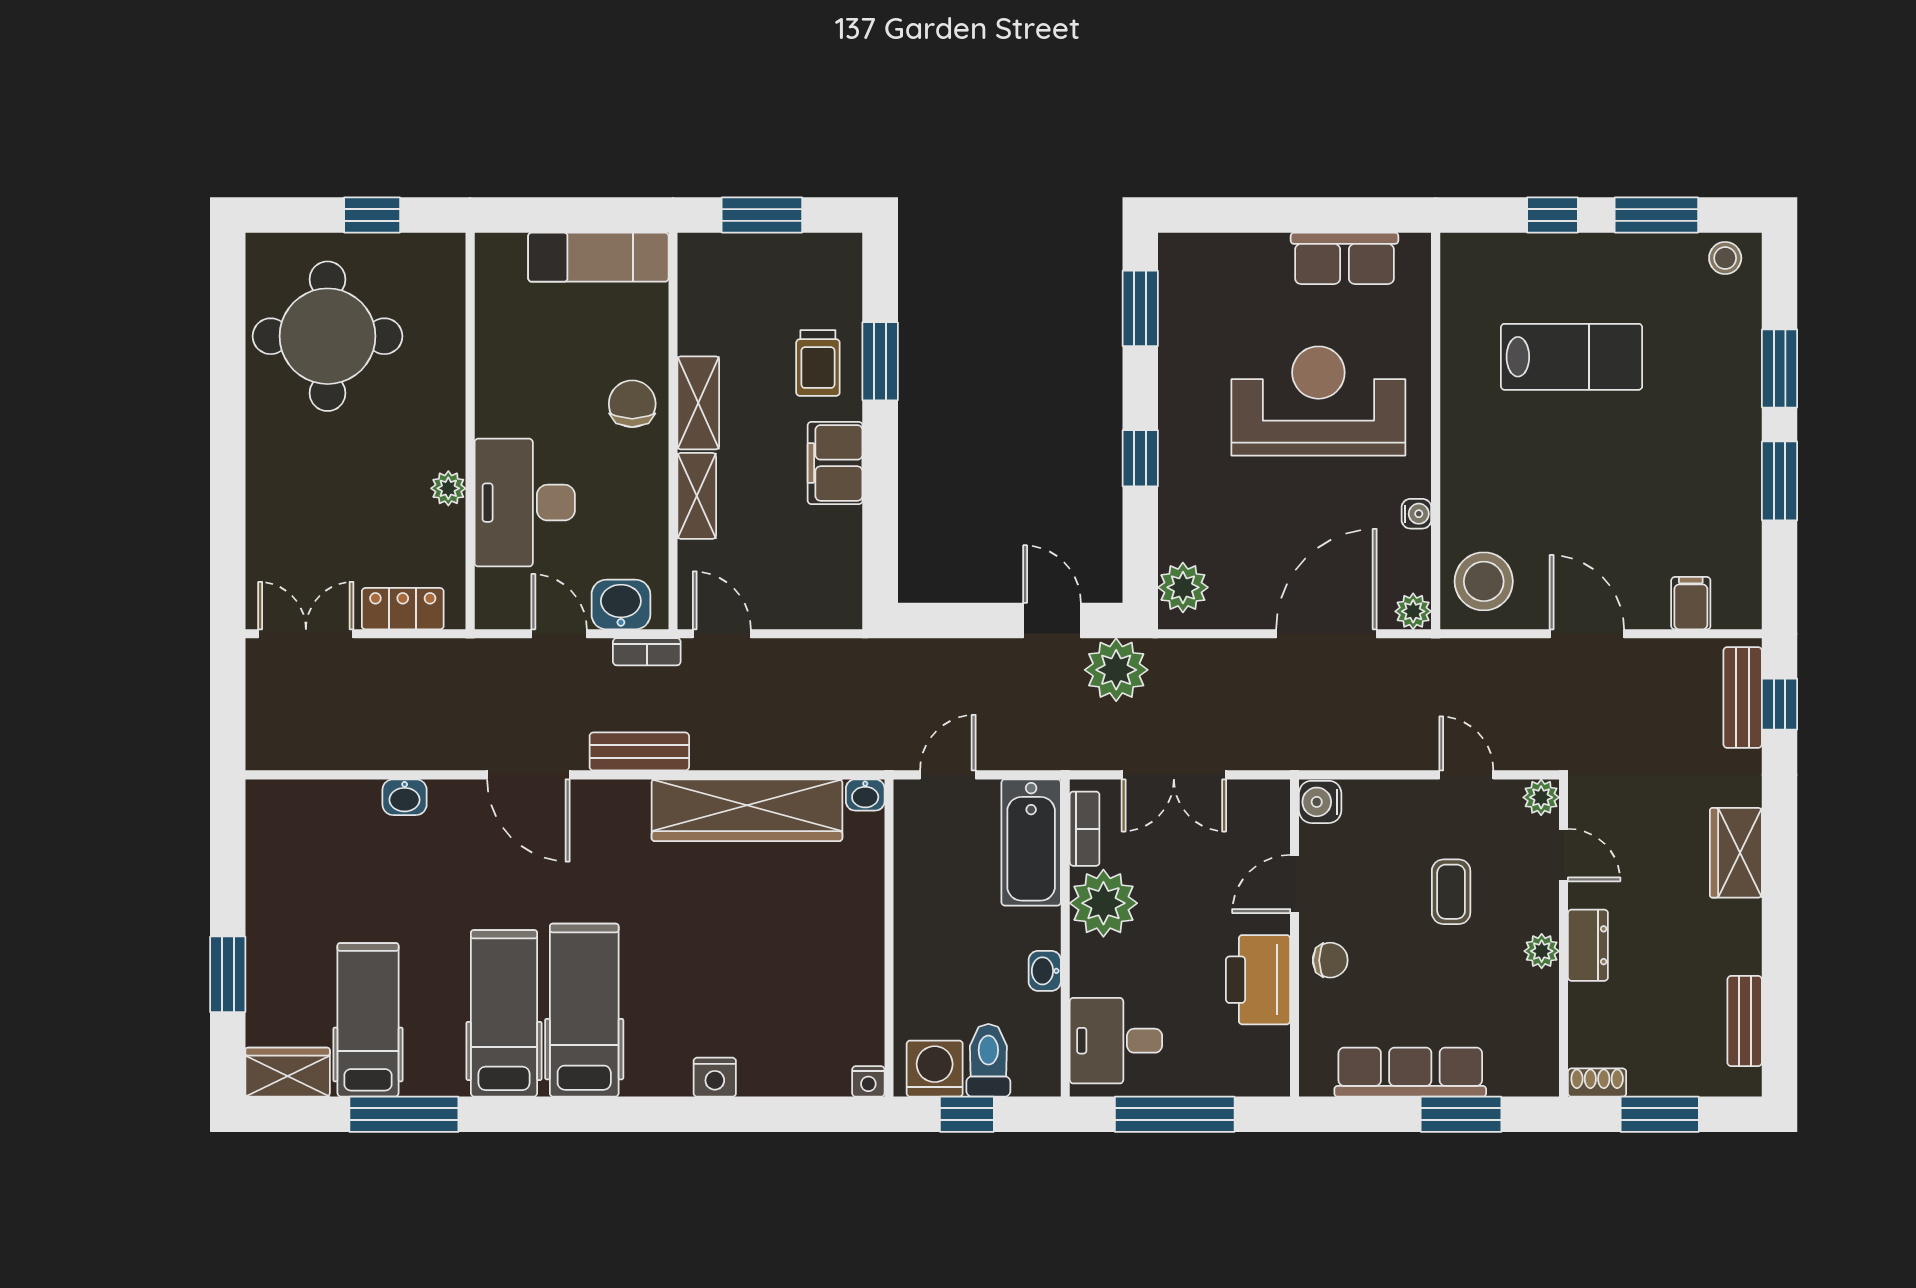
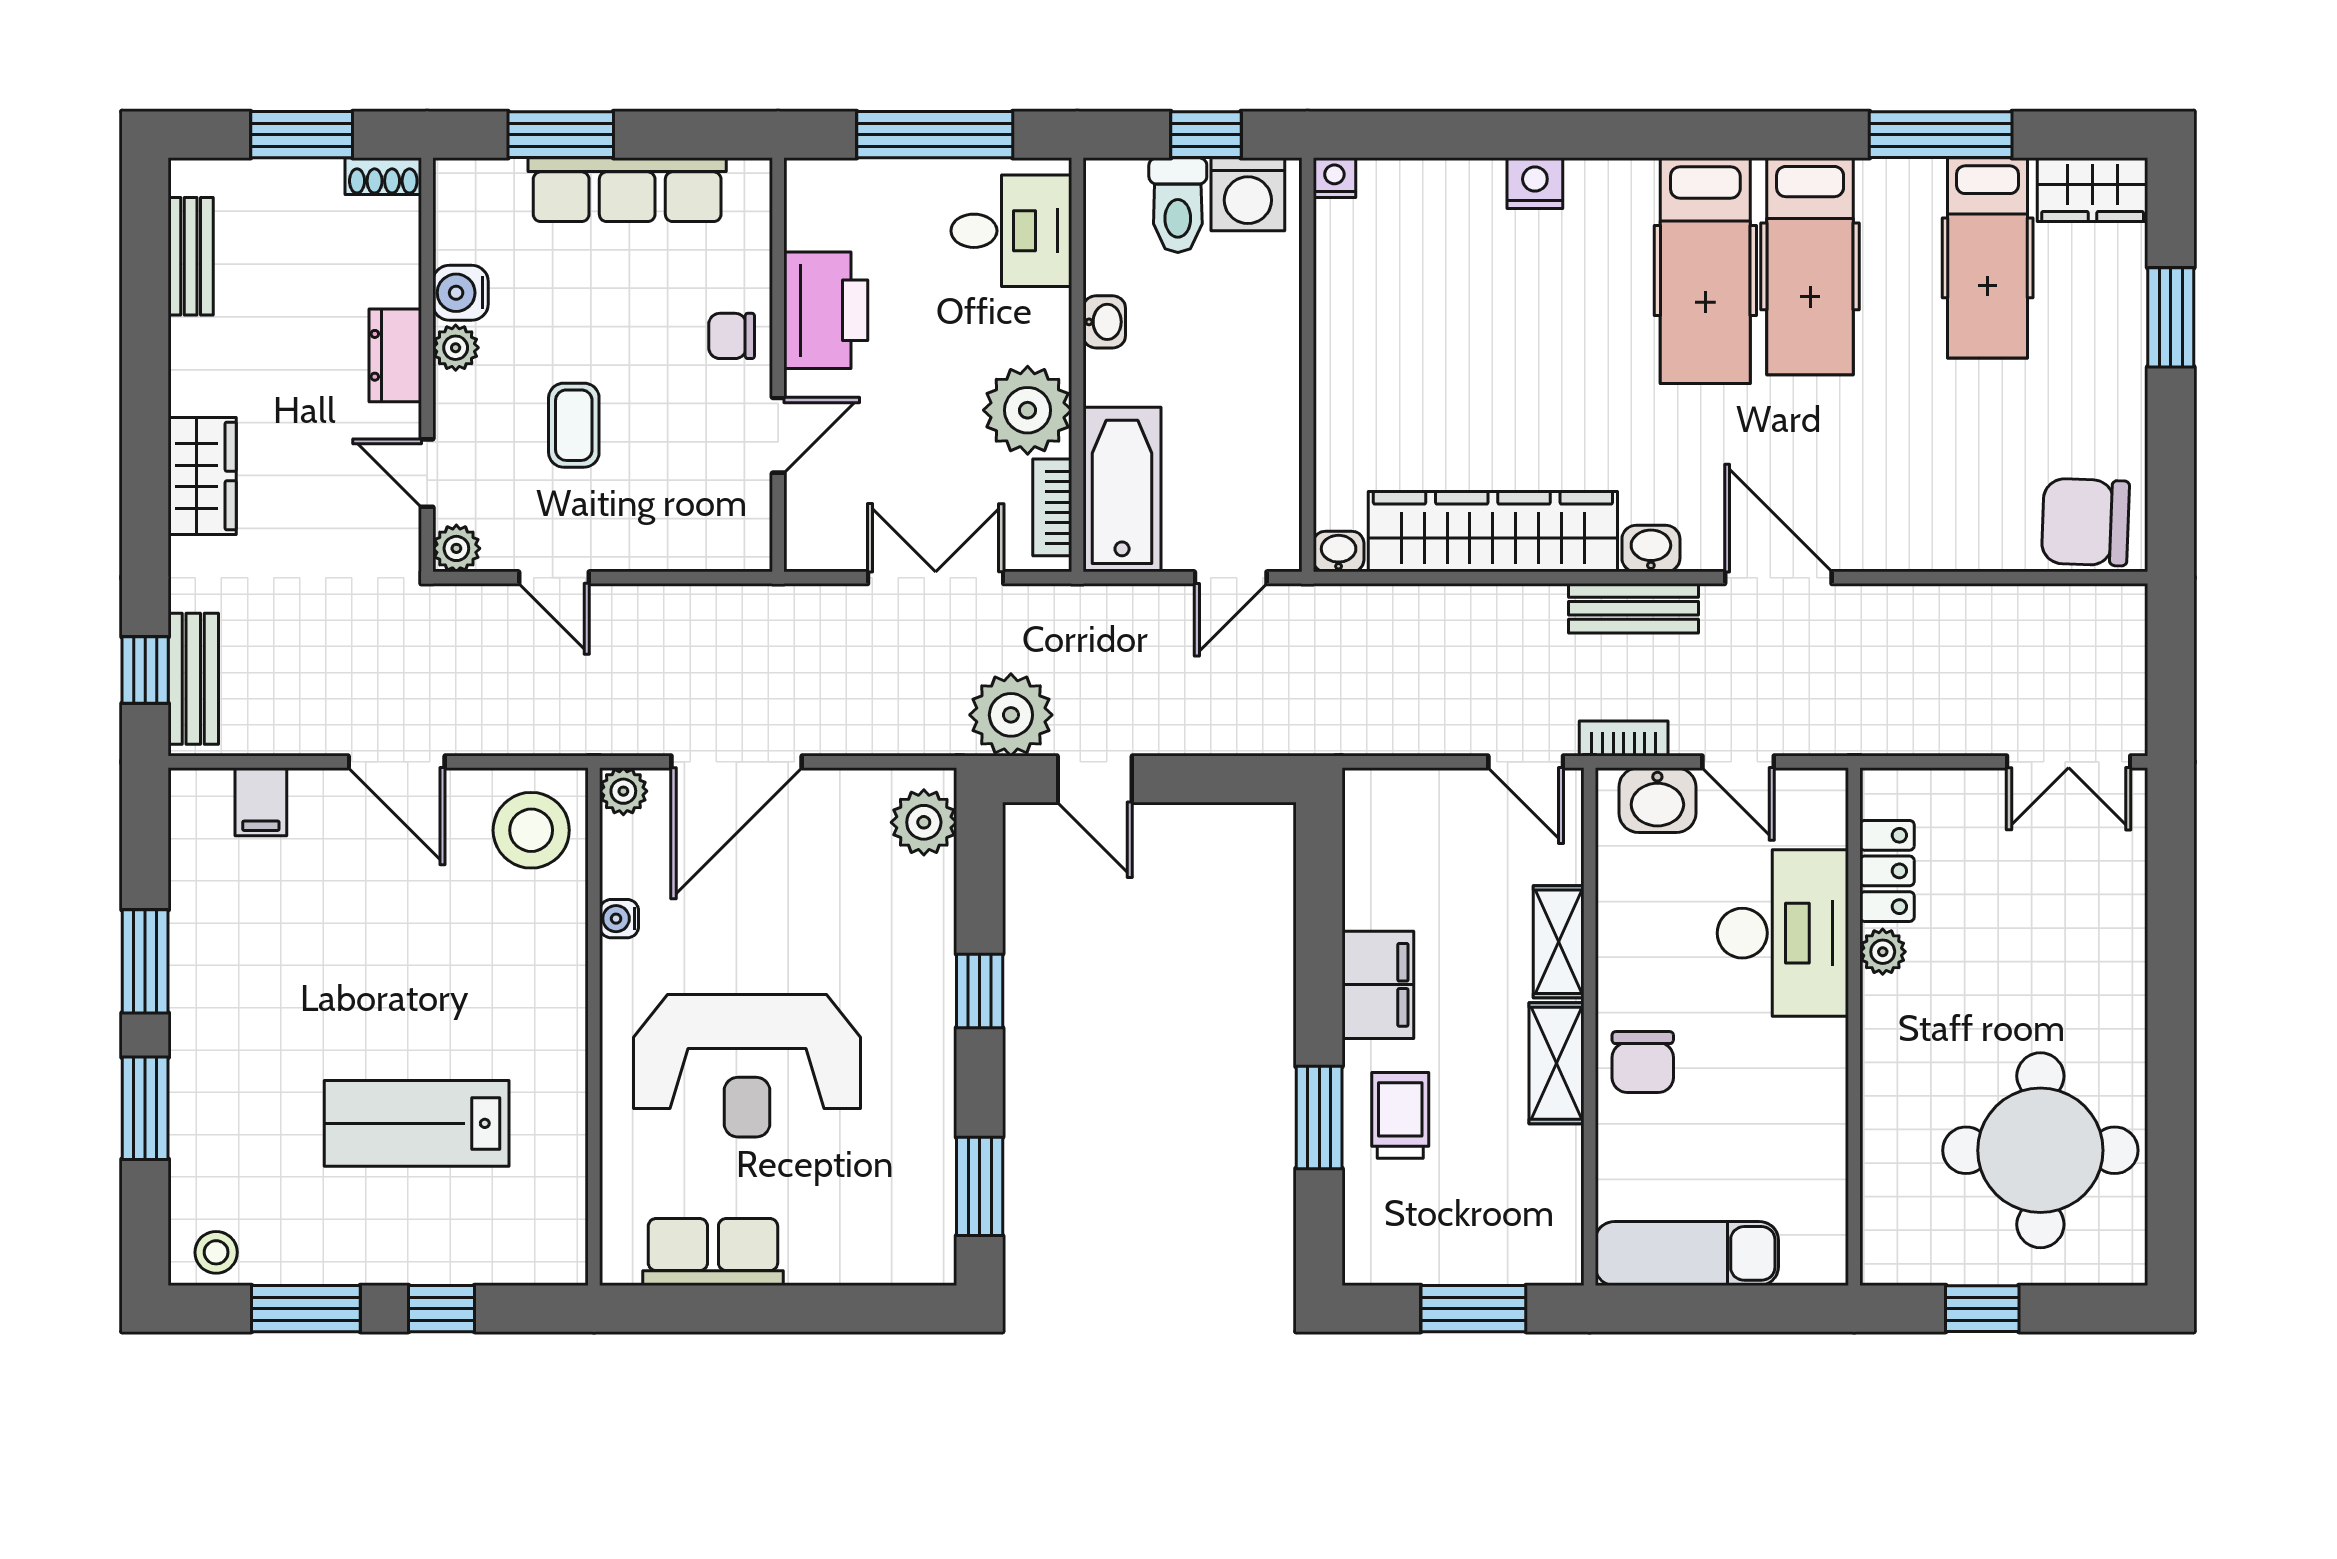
locker: (403, 609) -> (1887, 871), moved, turned -90
washbasin: (405, 797) -> (1651, 549), moved
water cooler: (1320, 802) -> (460, 293), moved, turned 180
chair: (293, 817) -> (2085, 522), added

